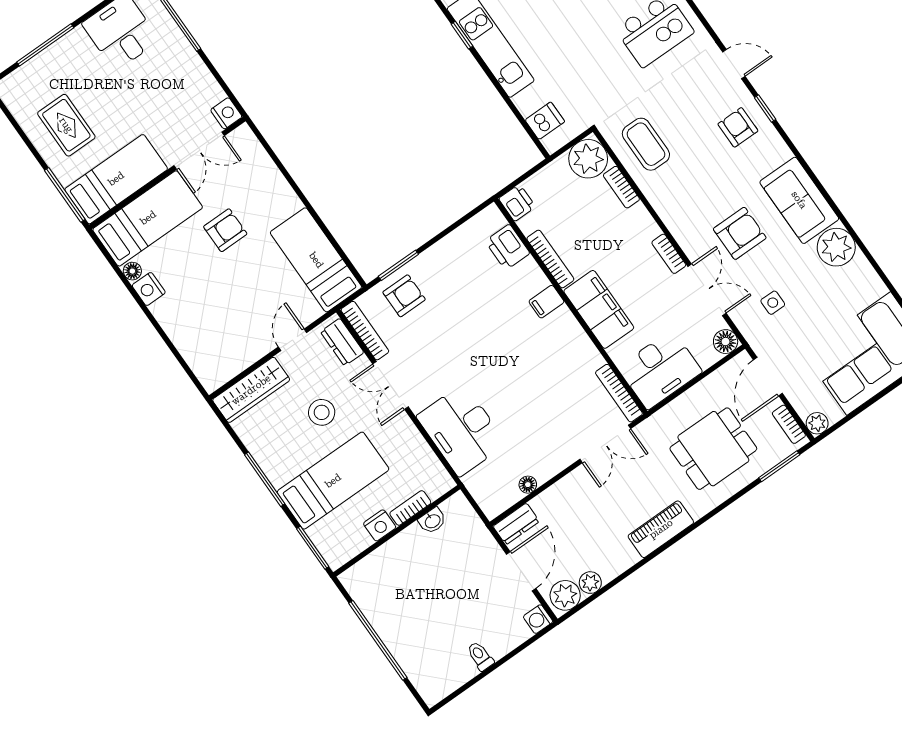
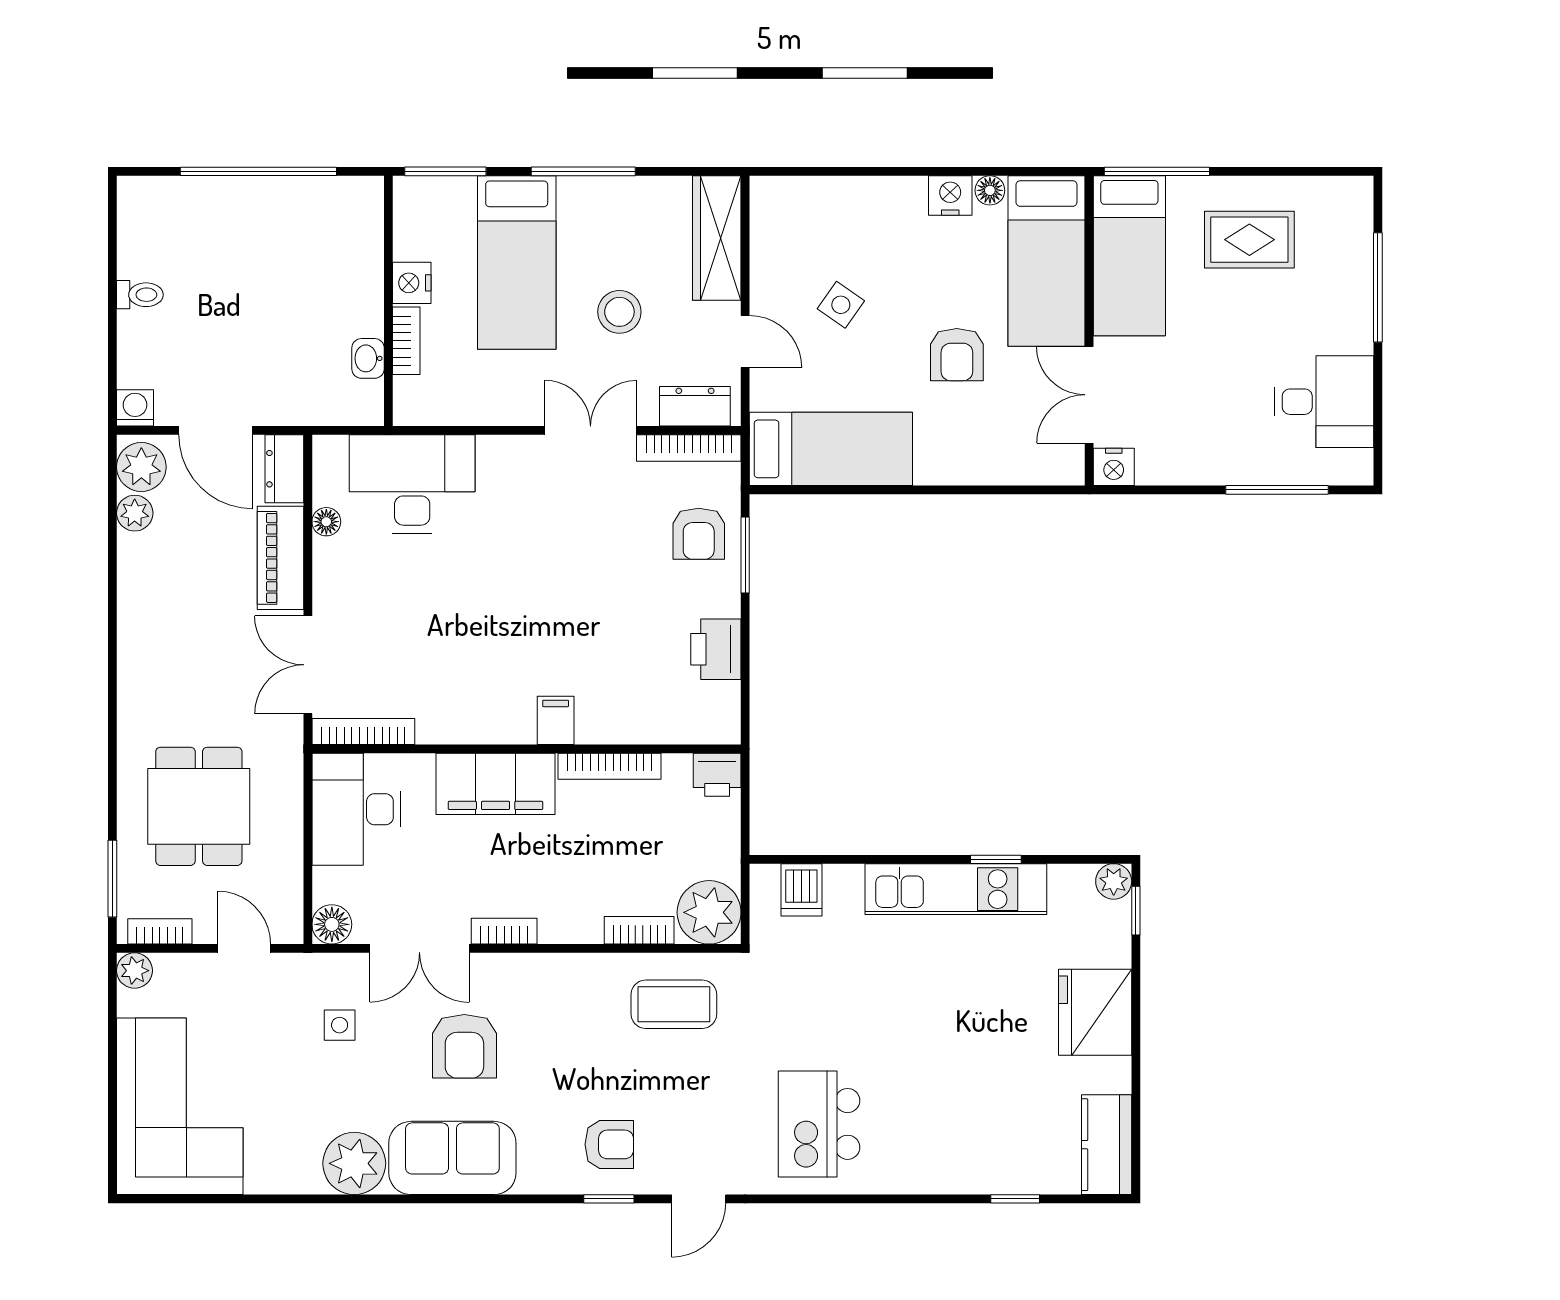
printer: (507, 247) -> (716, 649), moved, turned -90
side table: (241, 305) -> (841, 305), added
door: (768, 377) -> (244, 948), width x0.73
desk: (461, 430) -> (412, 484), moved
piano: (661, 529) -> (280, 558), moved, turned 180

